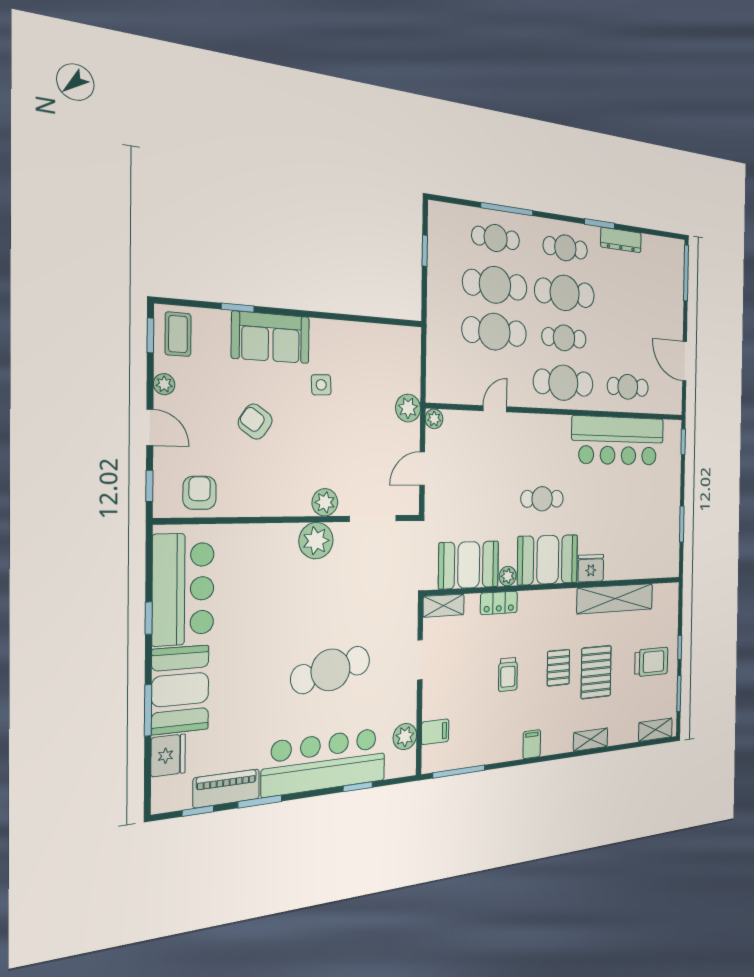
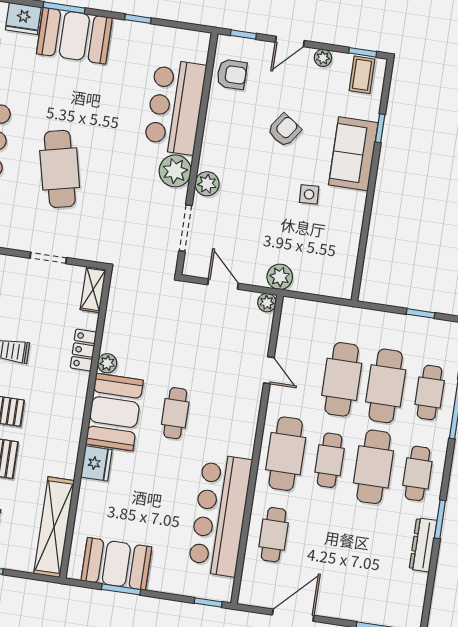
coffee table: (178, 334) -> (362, 75), turned 90
booth: (469, 565) -> (116, 564), moved, turned 90
bar counter: (183, 589) -> (175, 107), moved, turned 90
shelving: (615, 599) -> (54, 527), moved

